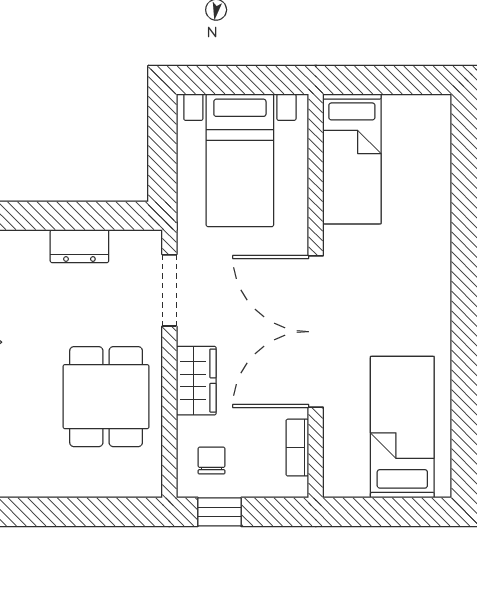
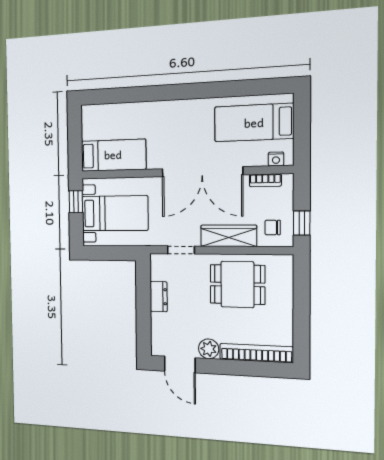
window: (263, 80) -> (76, 202), added
doorway: (169, 290) -> (181, 250), width x0.73
wardrobe: (196, 381) -> (229, 236), width x1.50
nightstand: (335, 467) -> (276, 159), added

